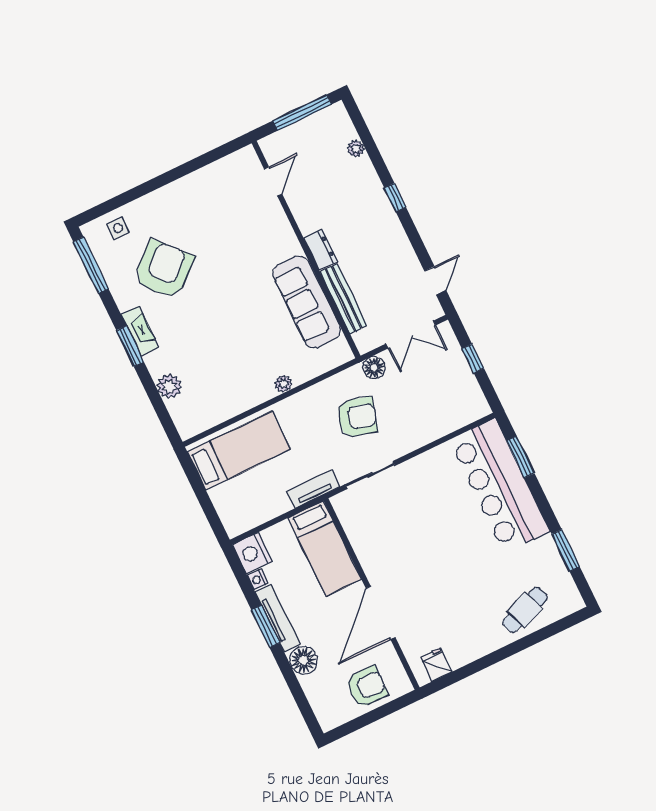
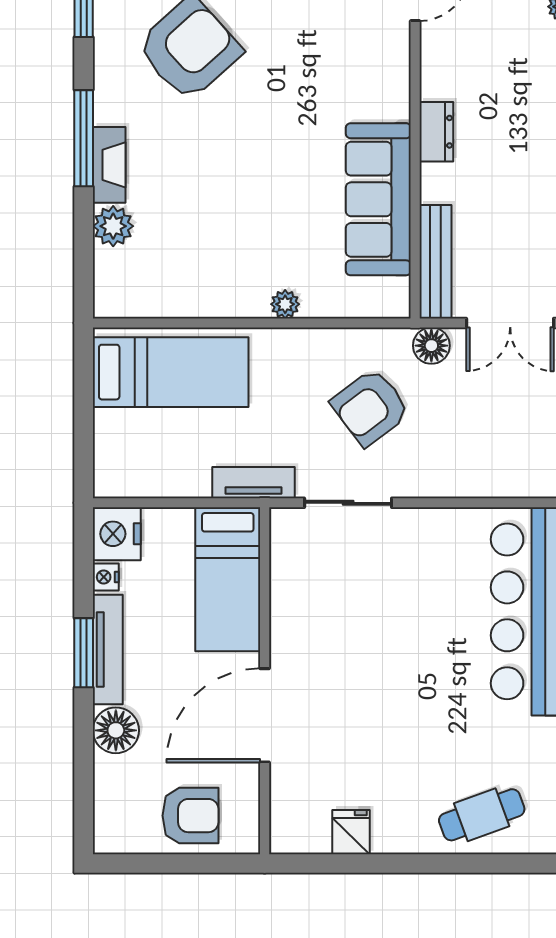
bench: (344, 299) -> (435, 262), moved
fireplace: (140, 331) -> (109, 165), moved
window: (130, 346) -> (84, 138), width x1.44
armchair: (357, 417) -> (370, 407), turned 128
fridge: (436, 664) -> (351, 832), moved

